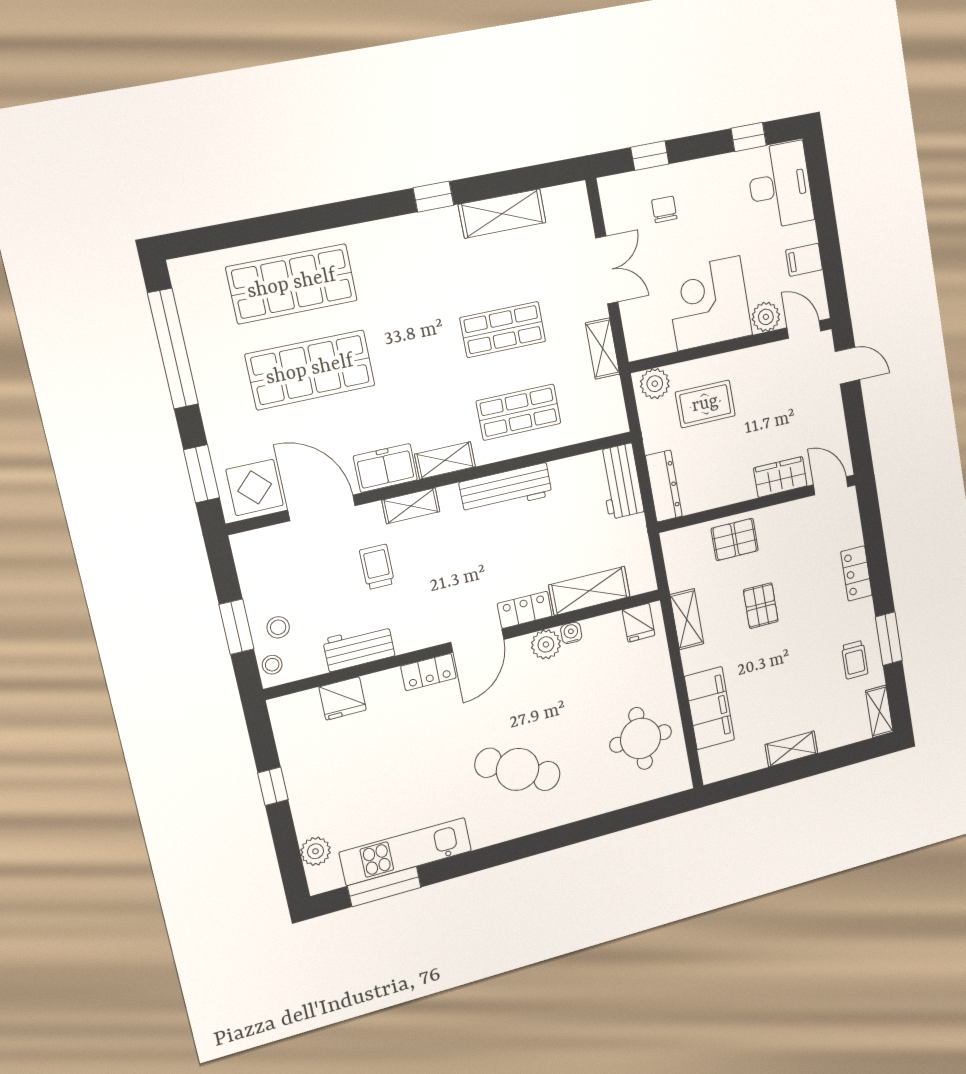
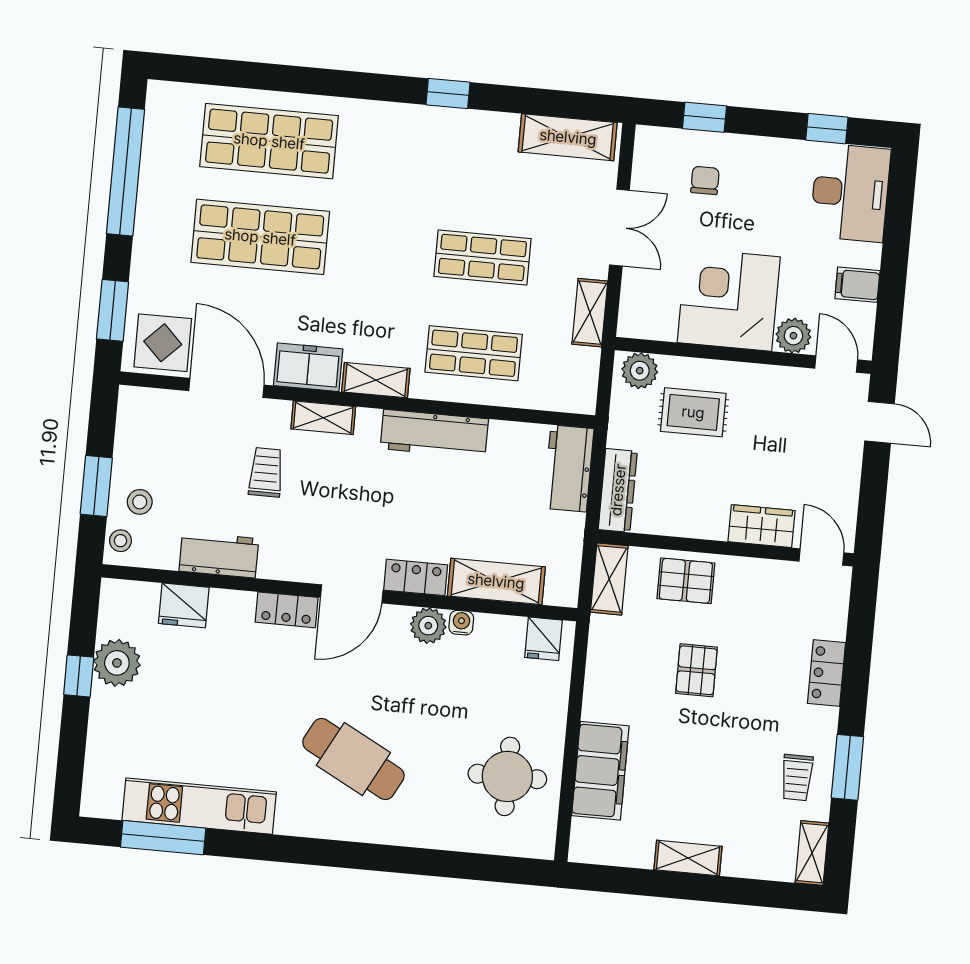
shelving: (502, 214) -> (568, 137), moved
shelving: (687, 619) -> (609, 579), moved
plant: (316, 851) -> (117, 663), moved, width x1.36, depth x1.36

